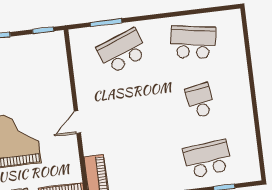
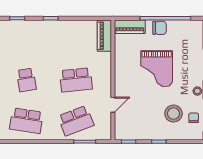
door: (77, 122) -> (113, 105), moved
school desk: (208, 159) -> (76, 80), moved

